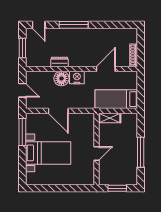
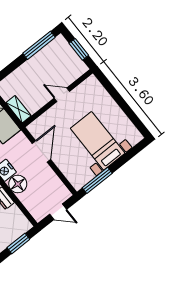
door: (22, 90) -> (58, 212), swing flipped
door: (58, 111) -> (41, 151), moved
window: (141, 152) -> (39, 45), moved

